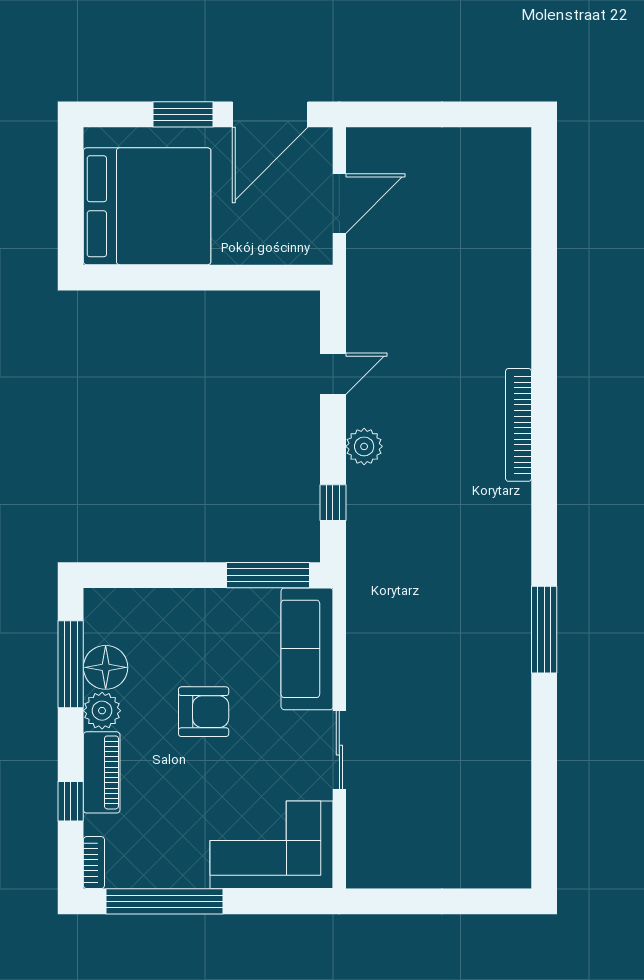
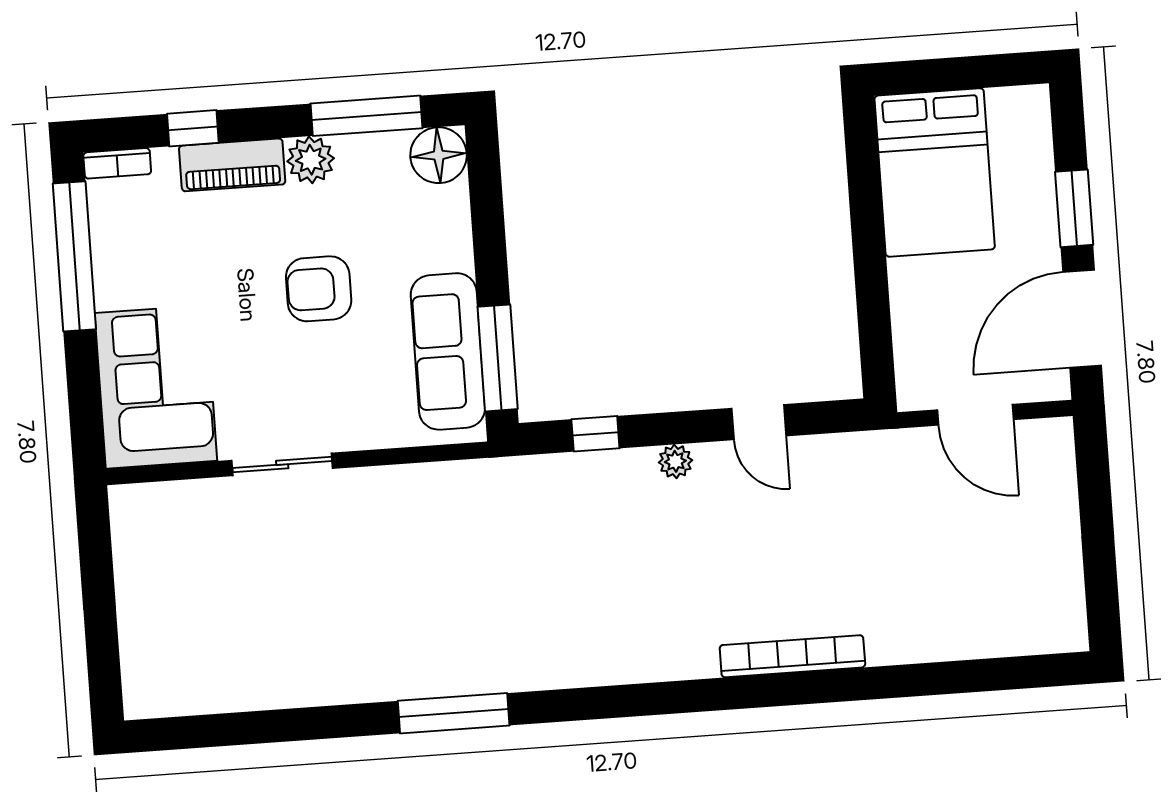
door: (270, 114) -> (1082, 319), hinge flipped
bed: (147, 206) -> (935, 172), width x0.73
bookcase: (518, 425) -> (792, 656), moved
plant: (364, 446) -> (675, 461), width x0.73, depth x0.73
sofa: (307, 649) -> (448, 351), moved, turned -90
floor lamp: (106, 667) -> (439, 155), moved
armchair: (204, 712) -> (319, 289), turned 90

